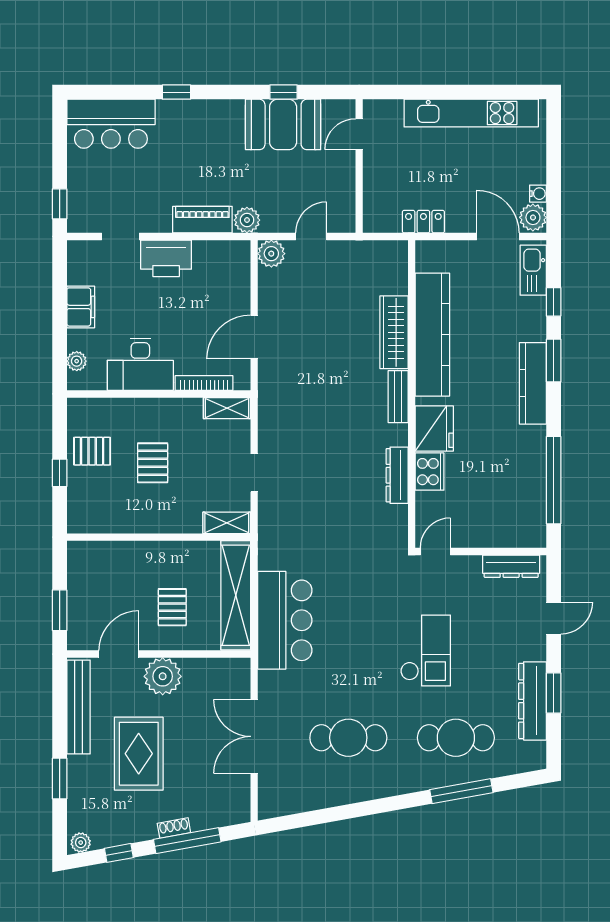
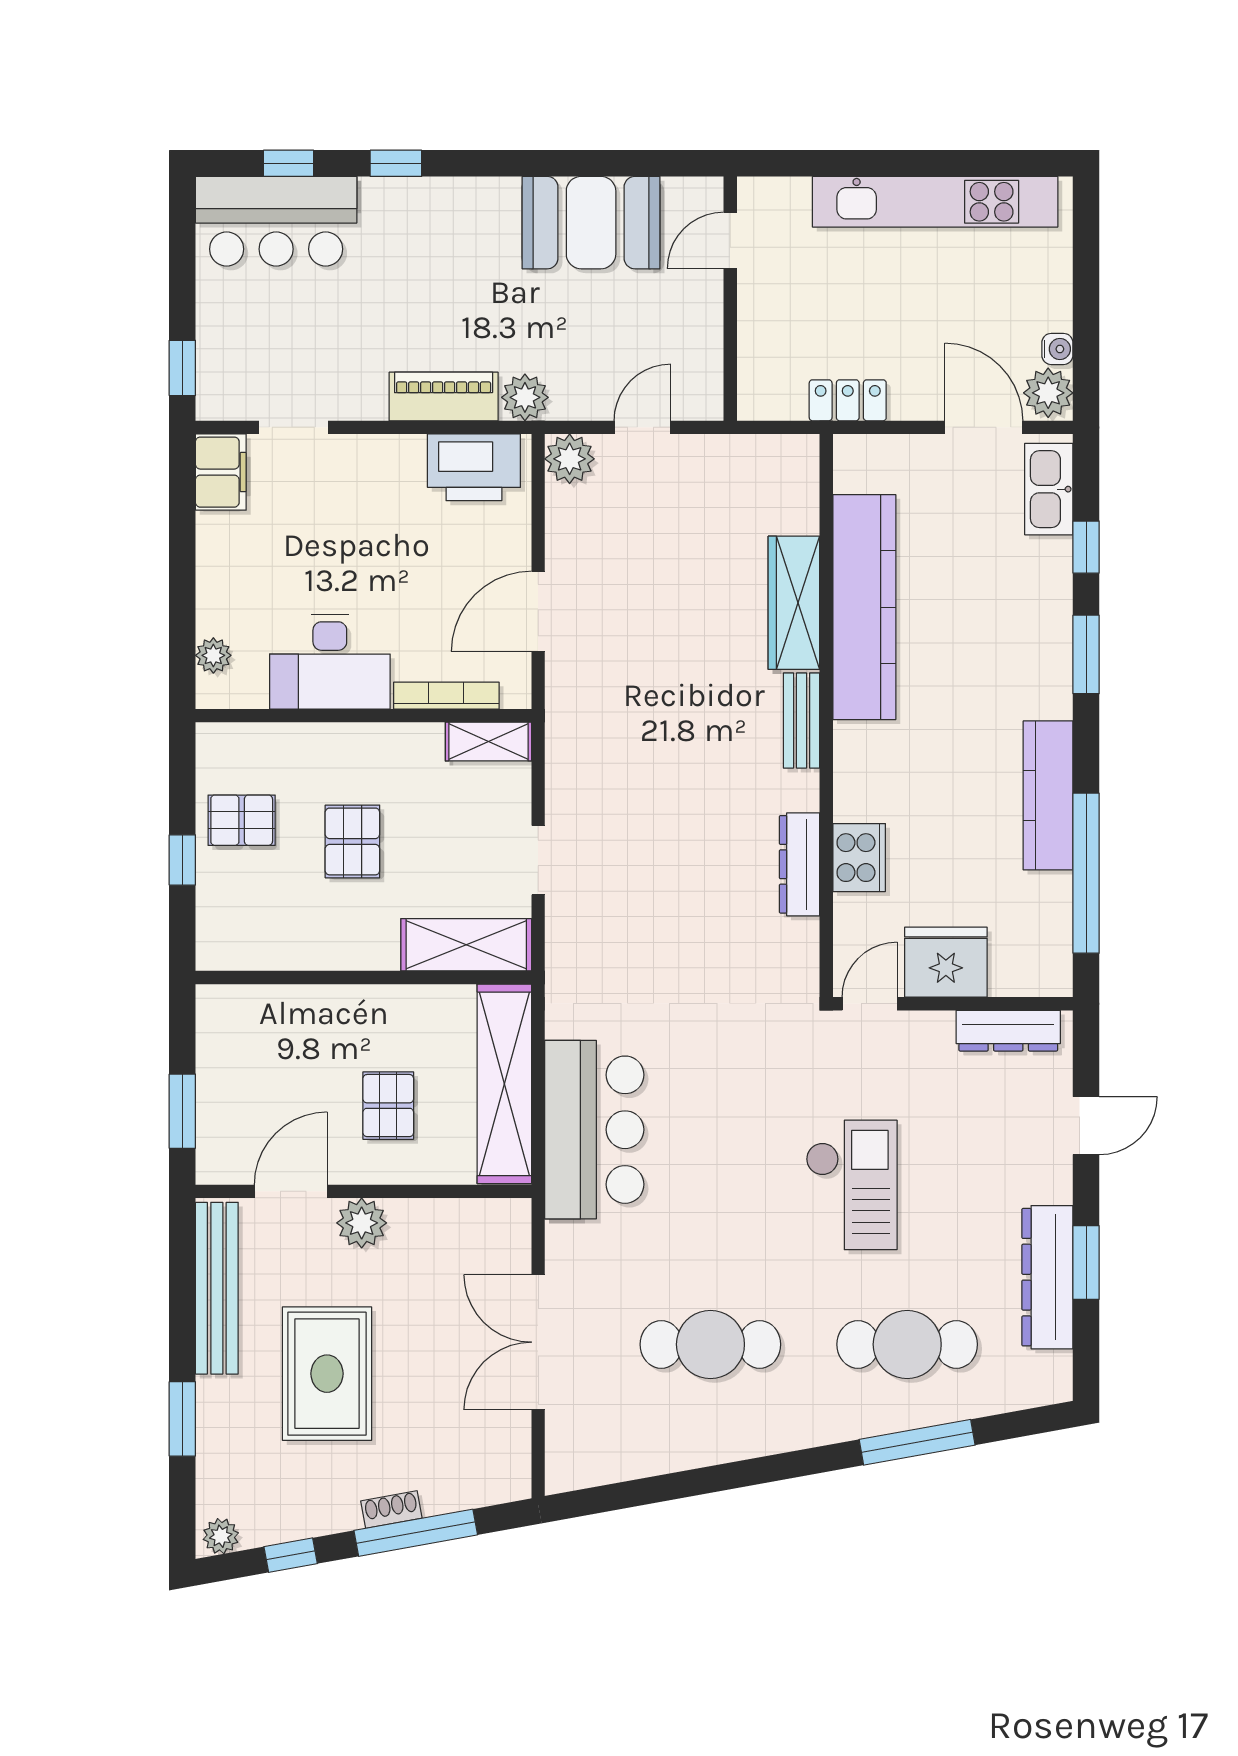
window: (283, 92) -> (289, 163), moved
printer: (166, 258) -> (474, 467), moved
filing cabinet: (81, 307) -> (221, 472), moved
kitchen counter: (533, 383) -> (1048, 795), moved
fridge: (434, 428) -> (946, 962), moved, turned -90
shelving: (227, 523) -> (466, 945), width x1.50, depth x1.33
plant: (163, 676) -> (362, 1223), width x0.73, depth x0.73

